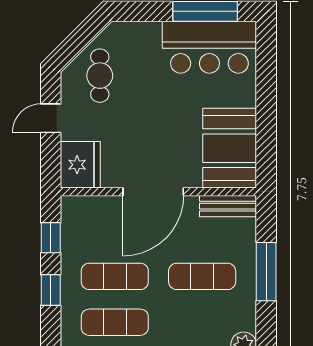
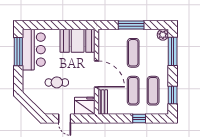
cafe table: (100, 76) -> (57, 82), moved
bench: (228, 206) -> (103, 102), moved
window: (51, 238) -> (116, 118), removed

